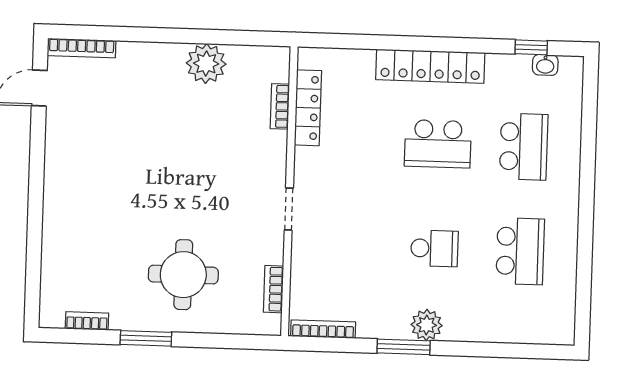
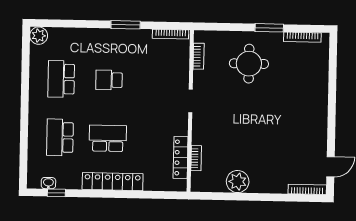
bookcase: (87, 321) -> (302, 37), width x1.56
plant: (427, 325) -> (39, 36), moved

